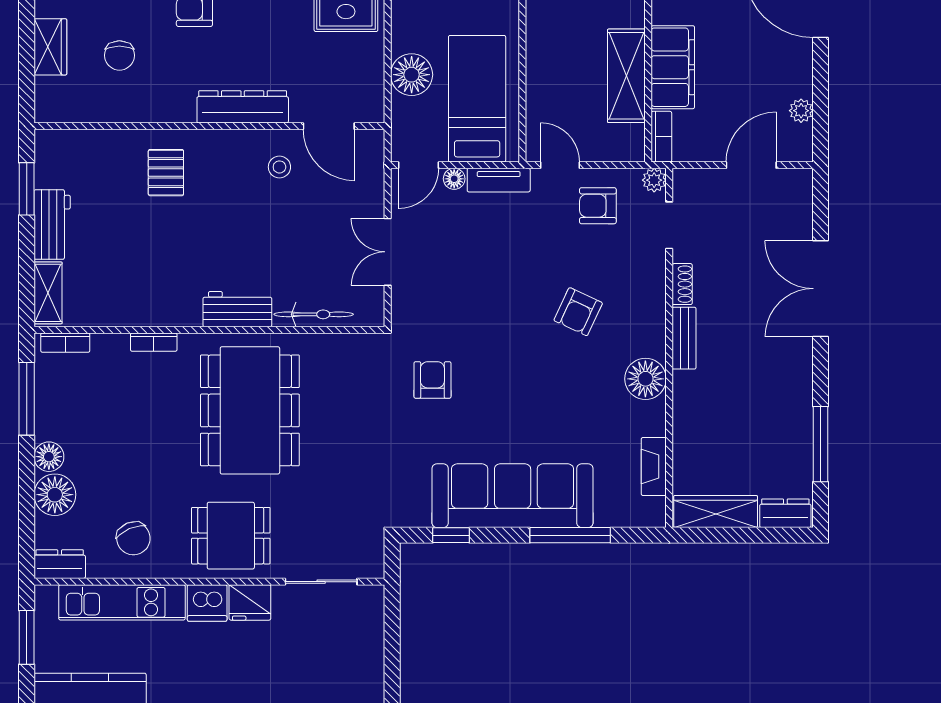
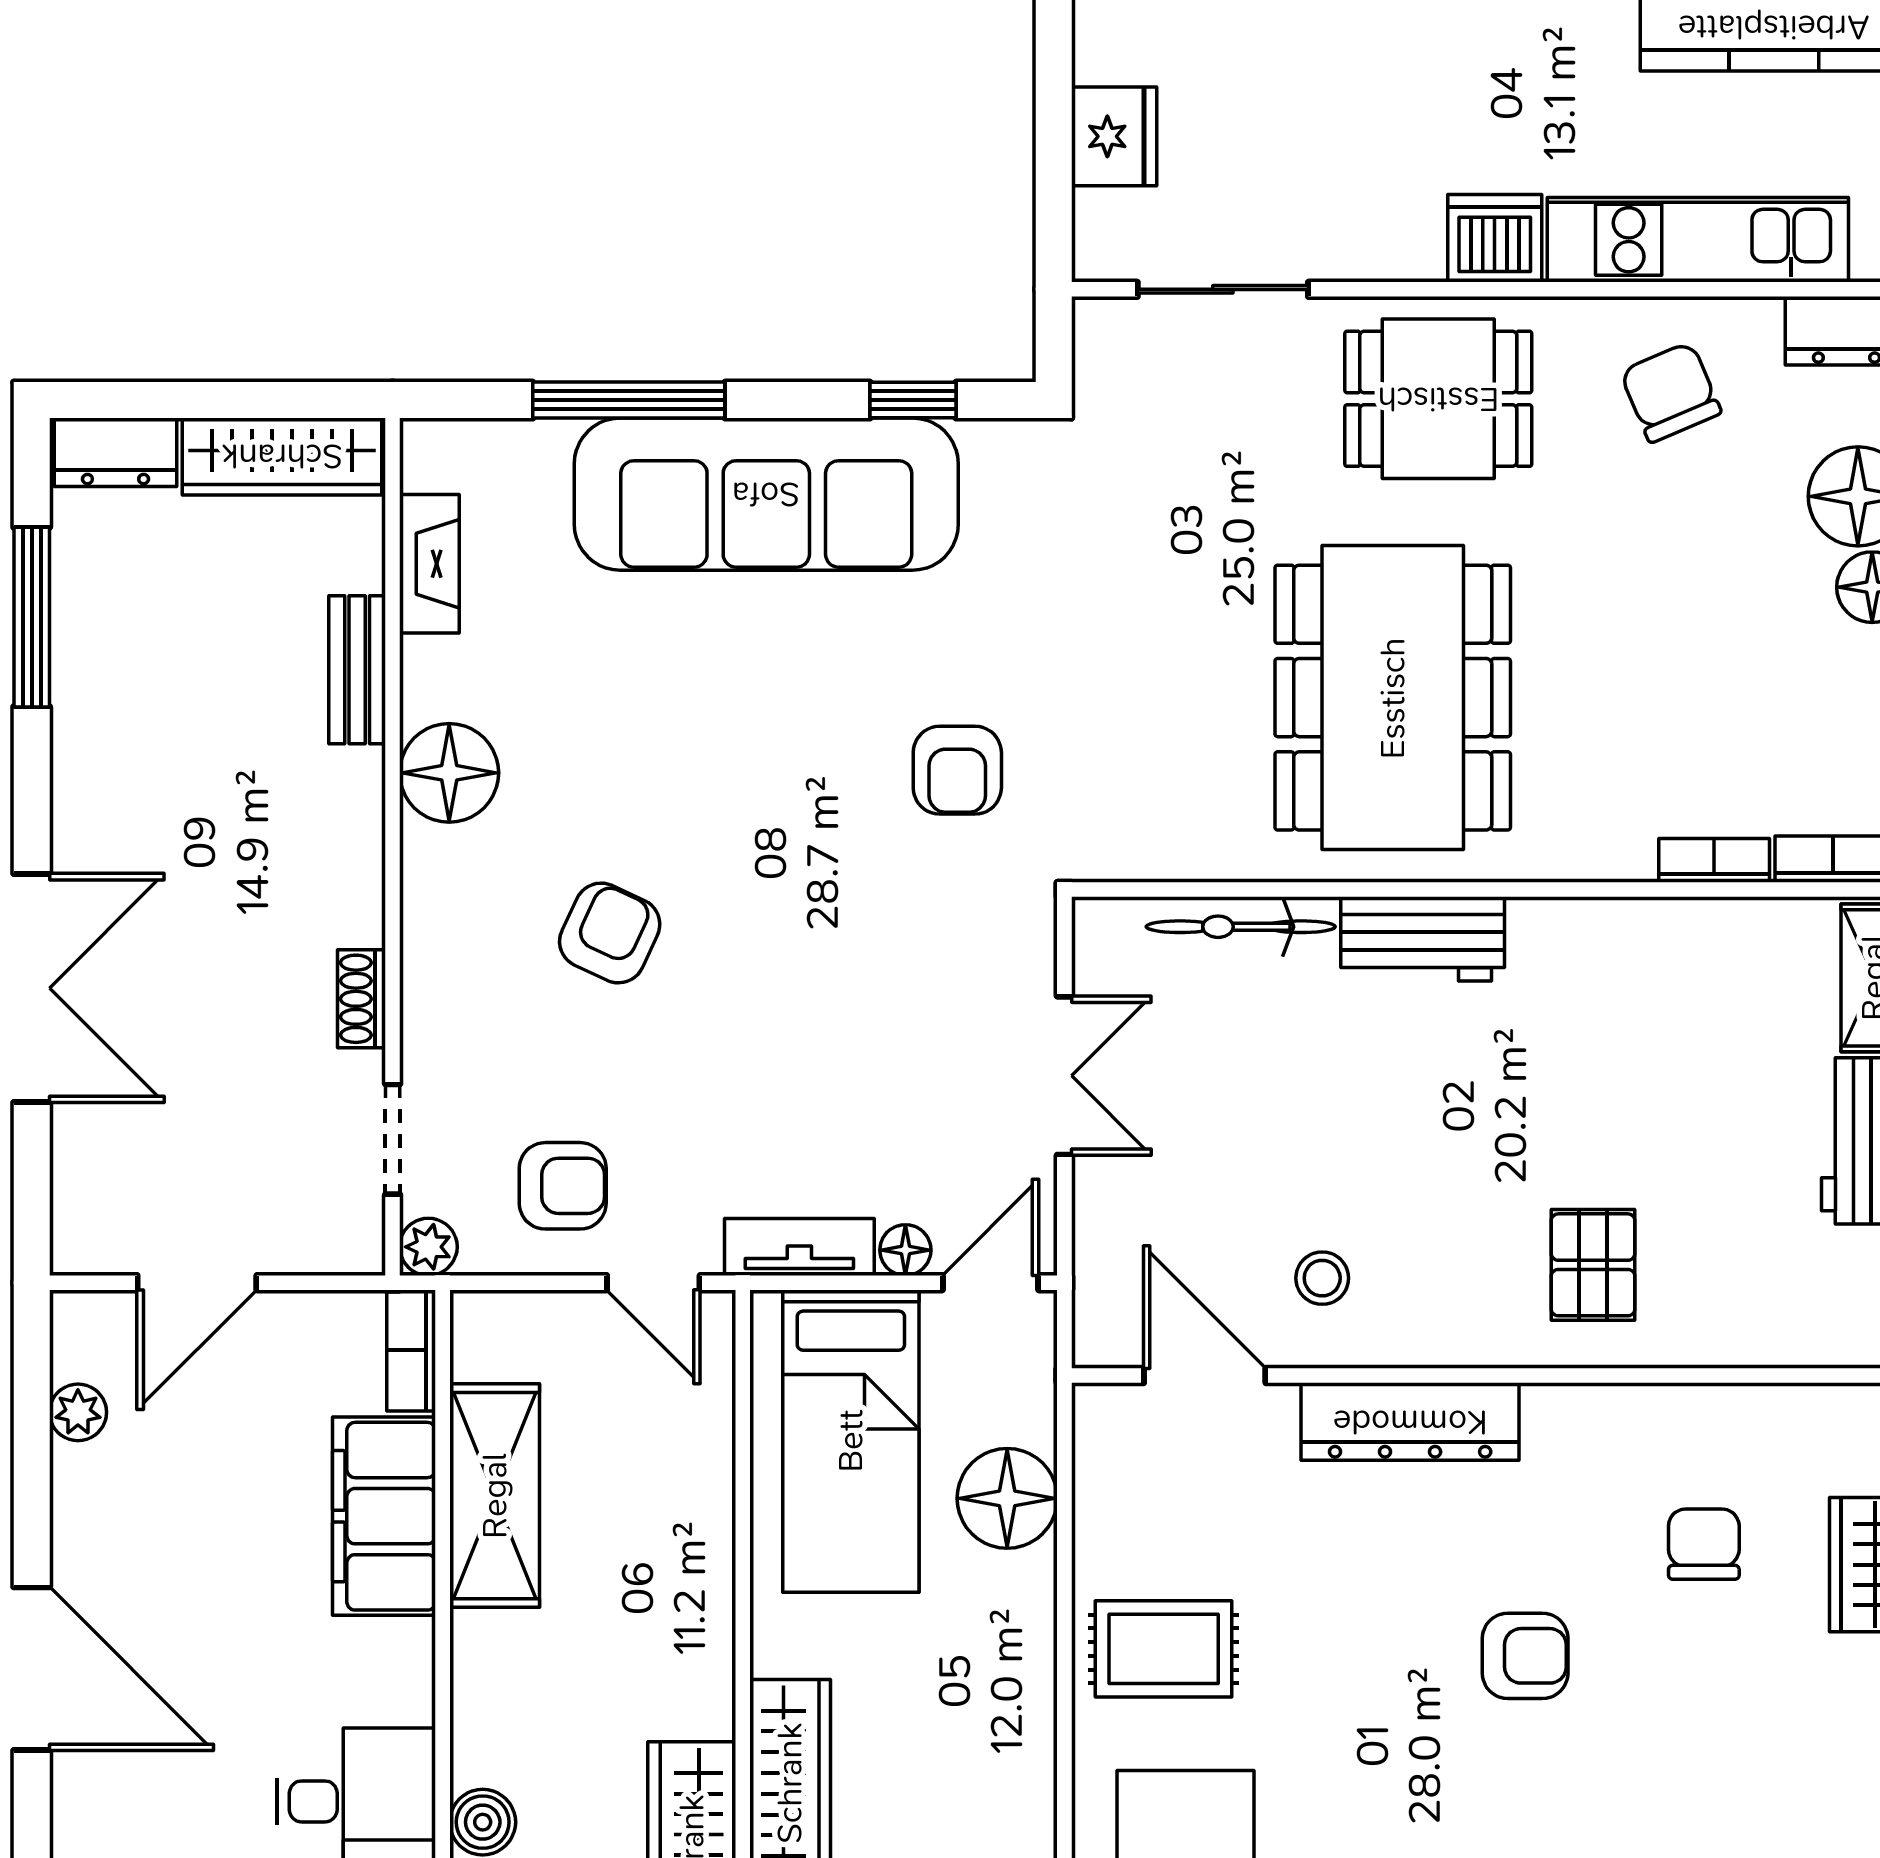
bench: (684, 338) -> (357, 670), moved
bookcase: (154, 342) -> (1714, 860), moved
fridge: (250, 602) -> (1114, 136), moved, turned 90

